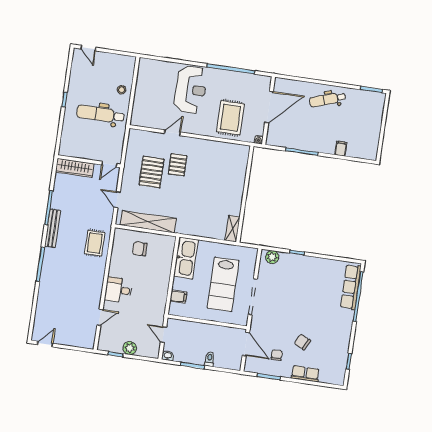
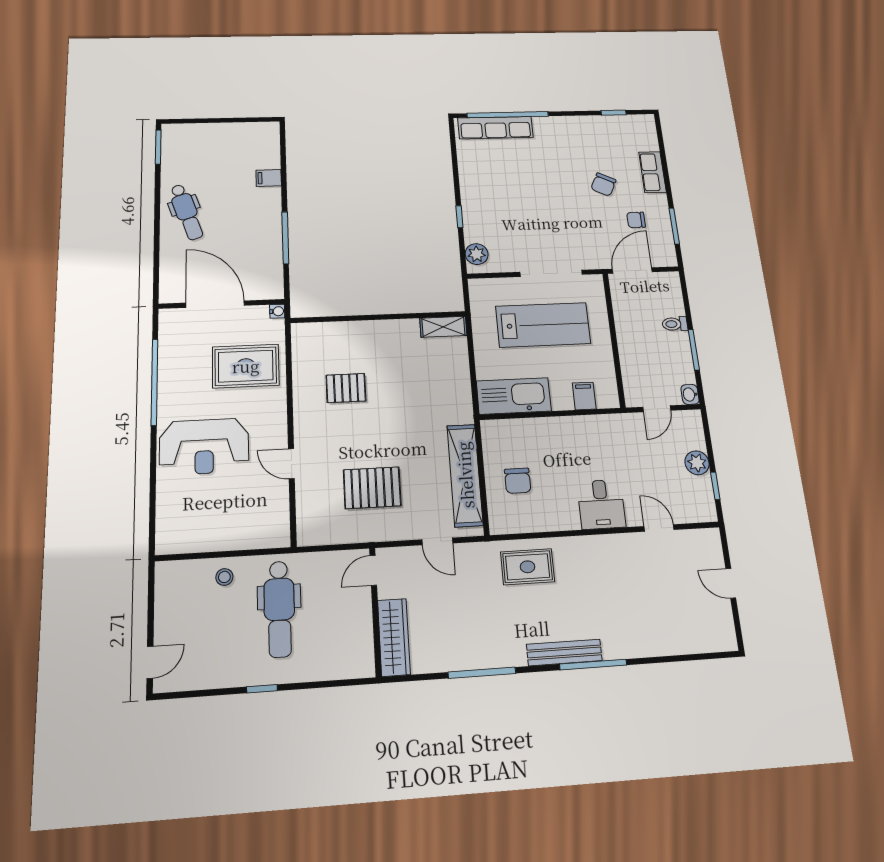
reception desk: (191, 90) -> (204, 447), turned 180
door: (109, 164) -> (373, 570), swing flipped
pallet: (178, 165) -> (346, 388), moved
door: (117, 200) -> (437, 541), hinge flipped
bench: (53, 228) -> (564, 652), moved
door: (45, 344) -> (731, 583), moved

